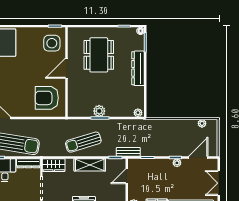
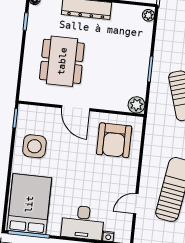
side table: (52, 43) -> (34, 146), moved
dining table: (99, 55) -> (62, 61), turned 90
plant: (99, 111) -> (136, 105), moved

